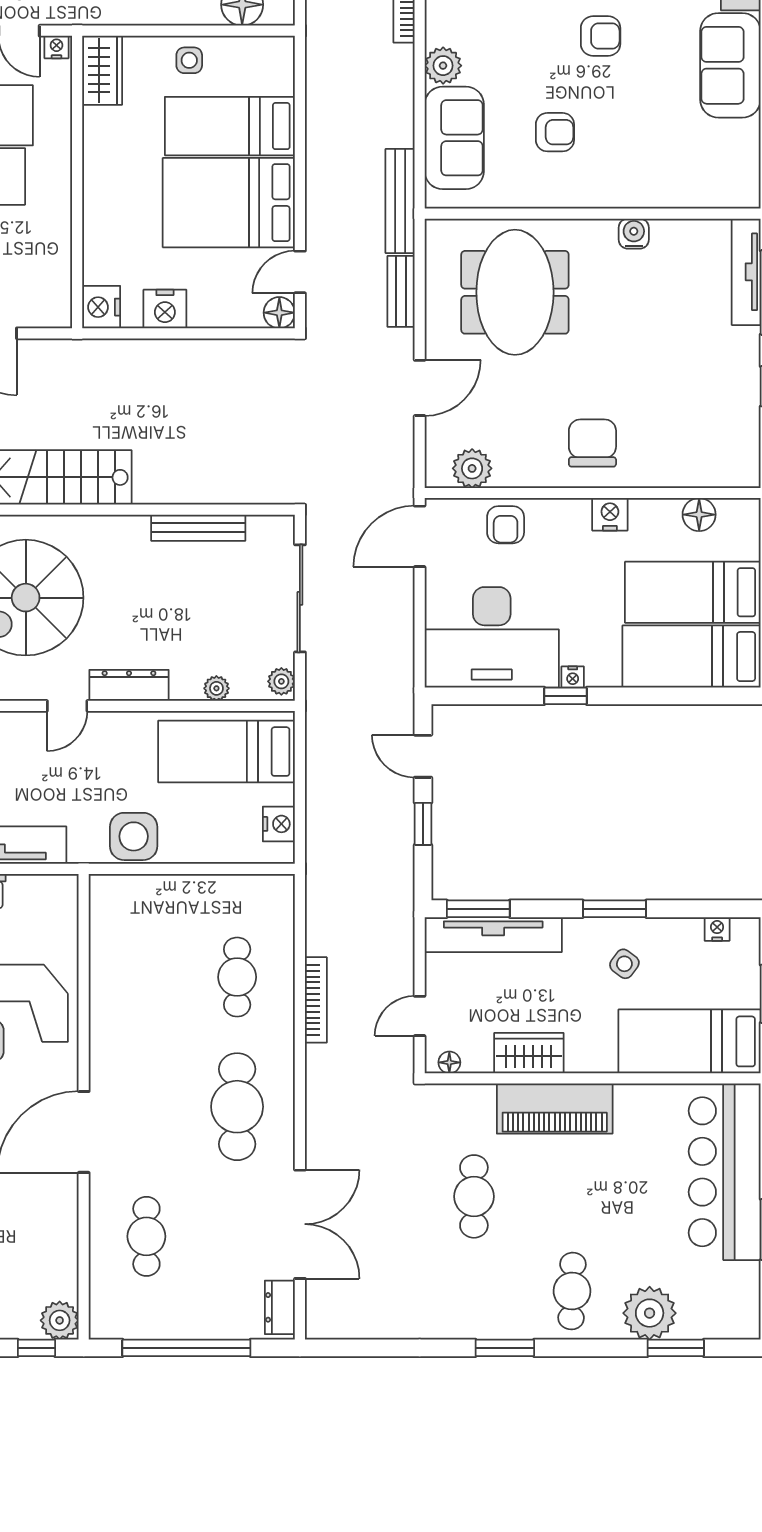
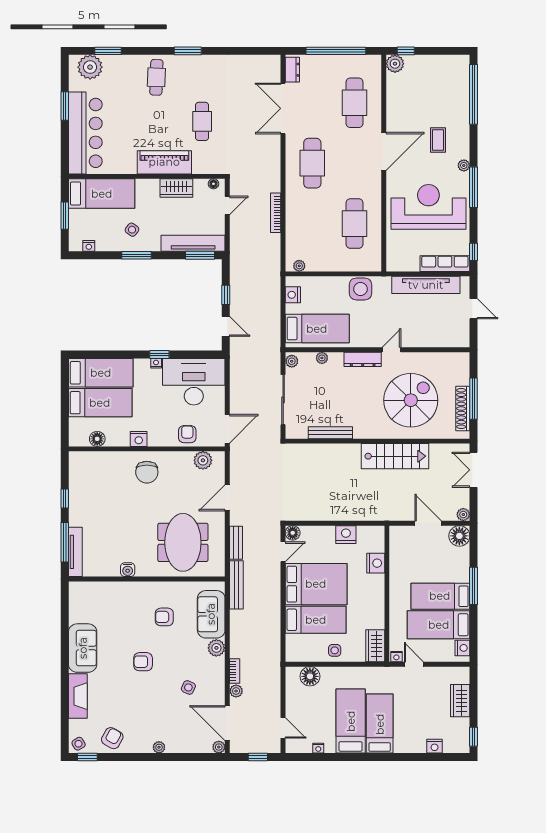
nightstand: (101, 307) -> (376, 563), moved
plant: (265, 886) -> (299, 266), added
cafe table: (237, 977) -> (355, 224), moved, width x1.37, depth x1.35
cafe table: (146, 1236) -> (355, 103), width x1.37, depth x1.35
plant: (650, 1313) -> (90, 67), moved

